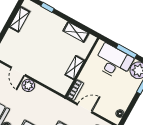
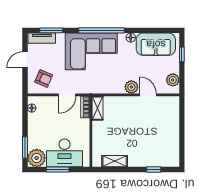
shelving: (20, 19) -> (174, 144), removed
shelving: (75, 68) -> (97, 108), moved

